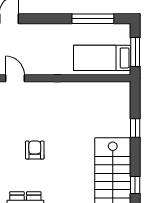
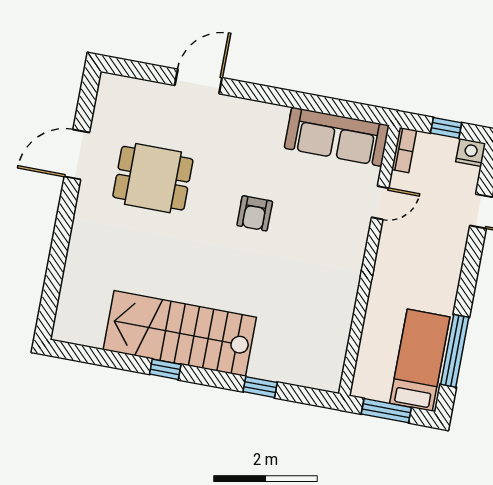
bed: (102, 58) -> (420, 360), moved
armchair: (35, 150) -> (255, 213), turned 90

